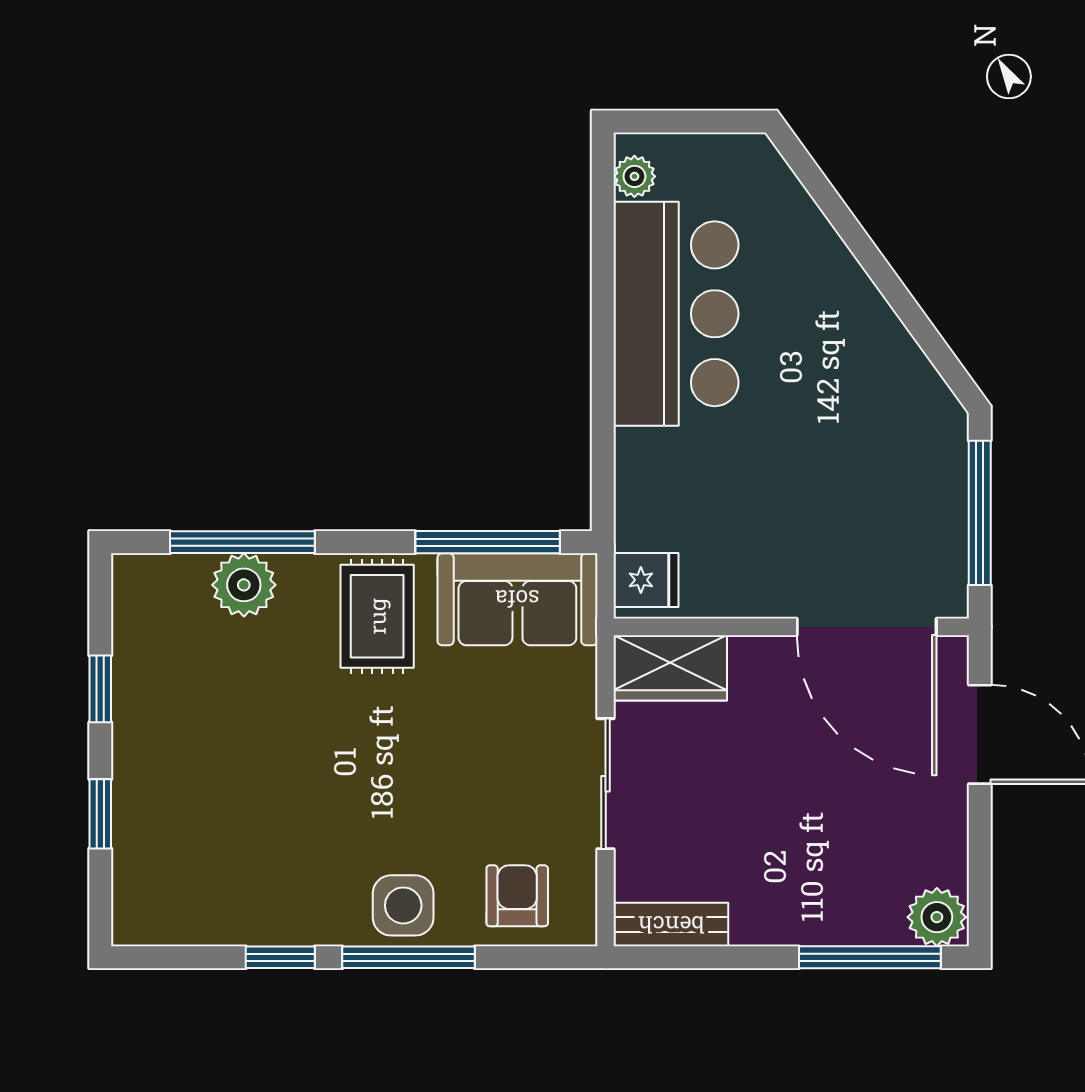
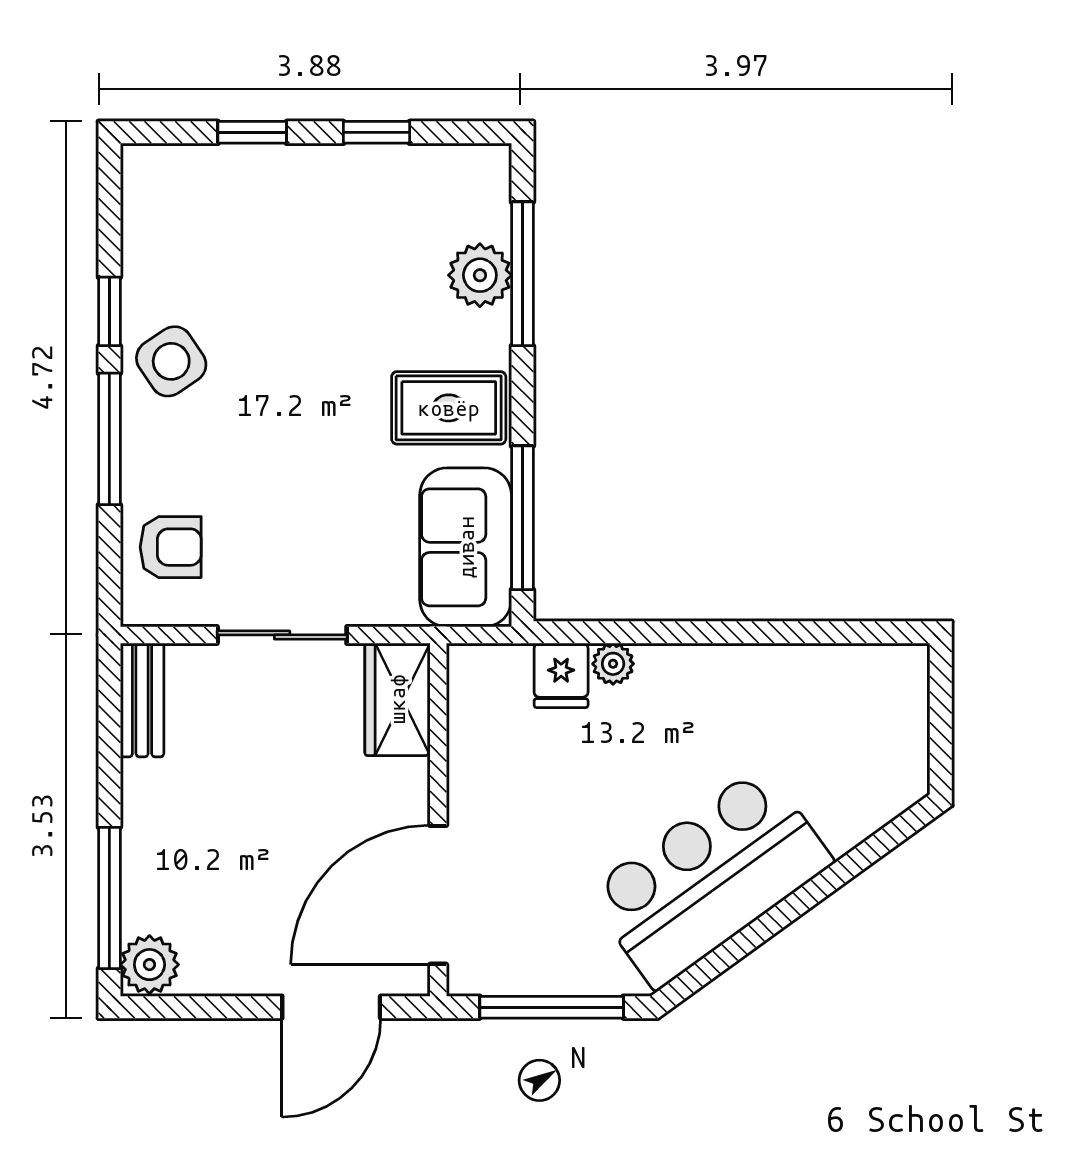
plant: (634, 176) -> (613, 664), moved
bar counter: (676, 314) -> (709, 877), moved, turned 144
fridge: (646, 580) -> (561, 675), moved
side table: (403, 905) -> (171, 361), moved, turned -34

